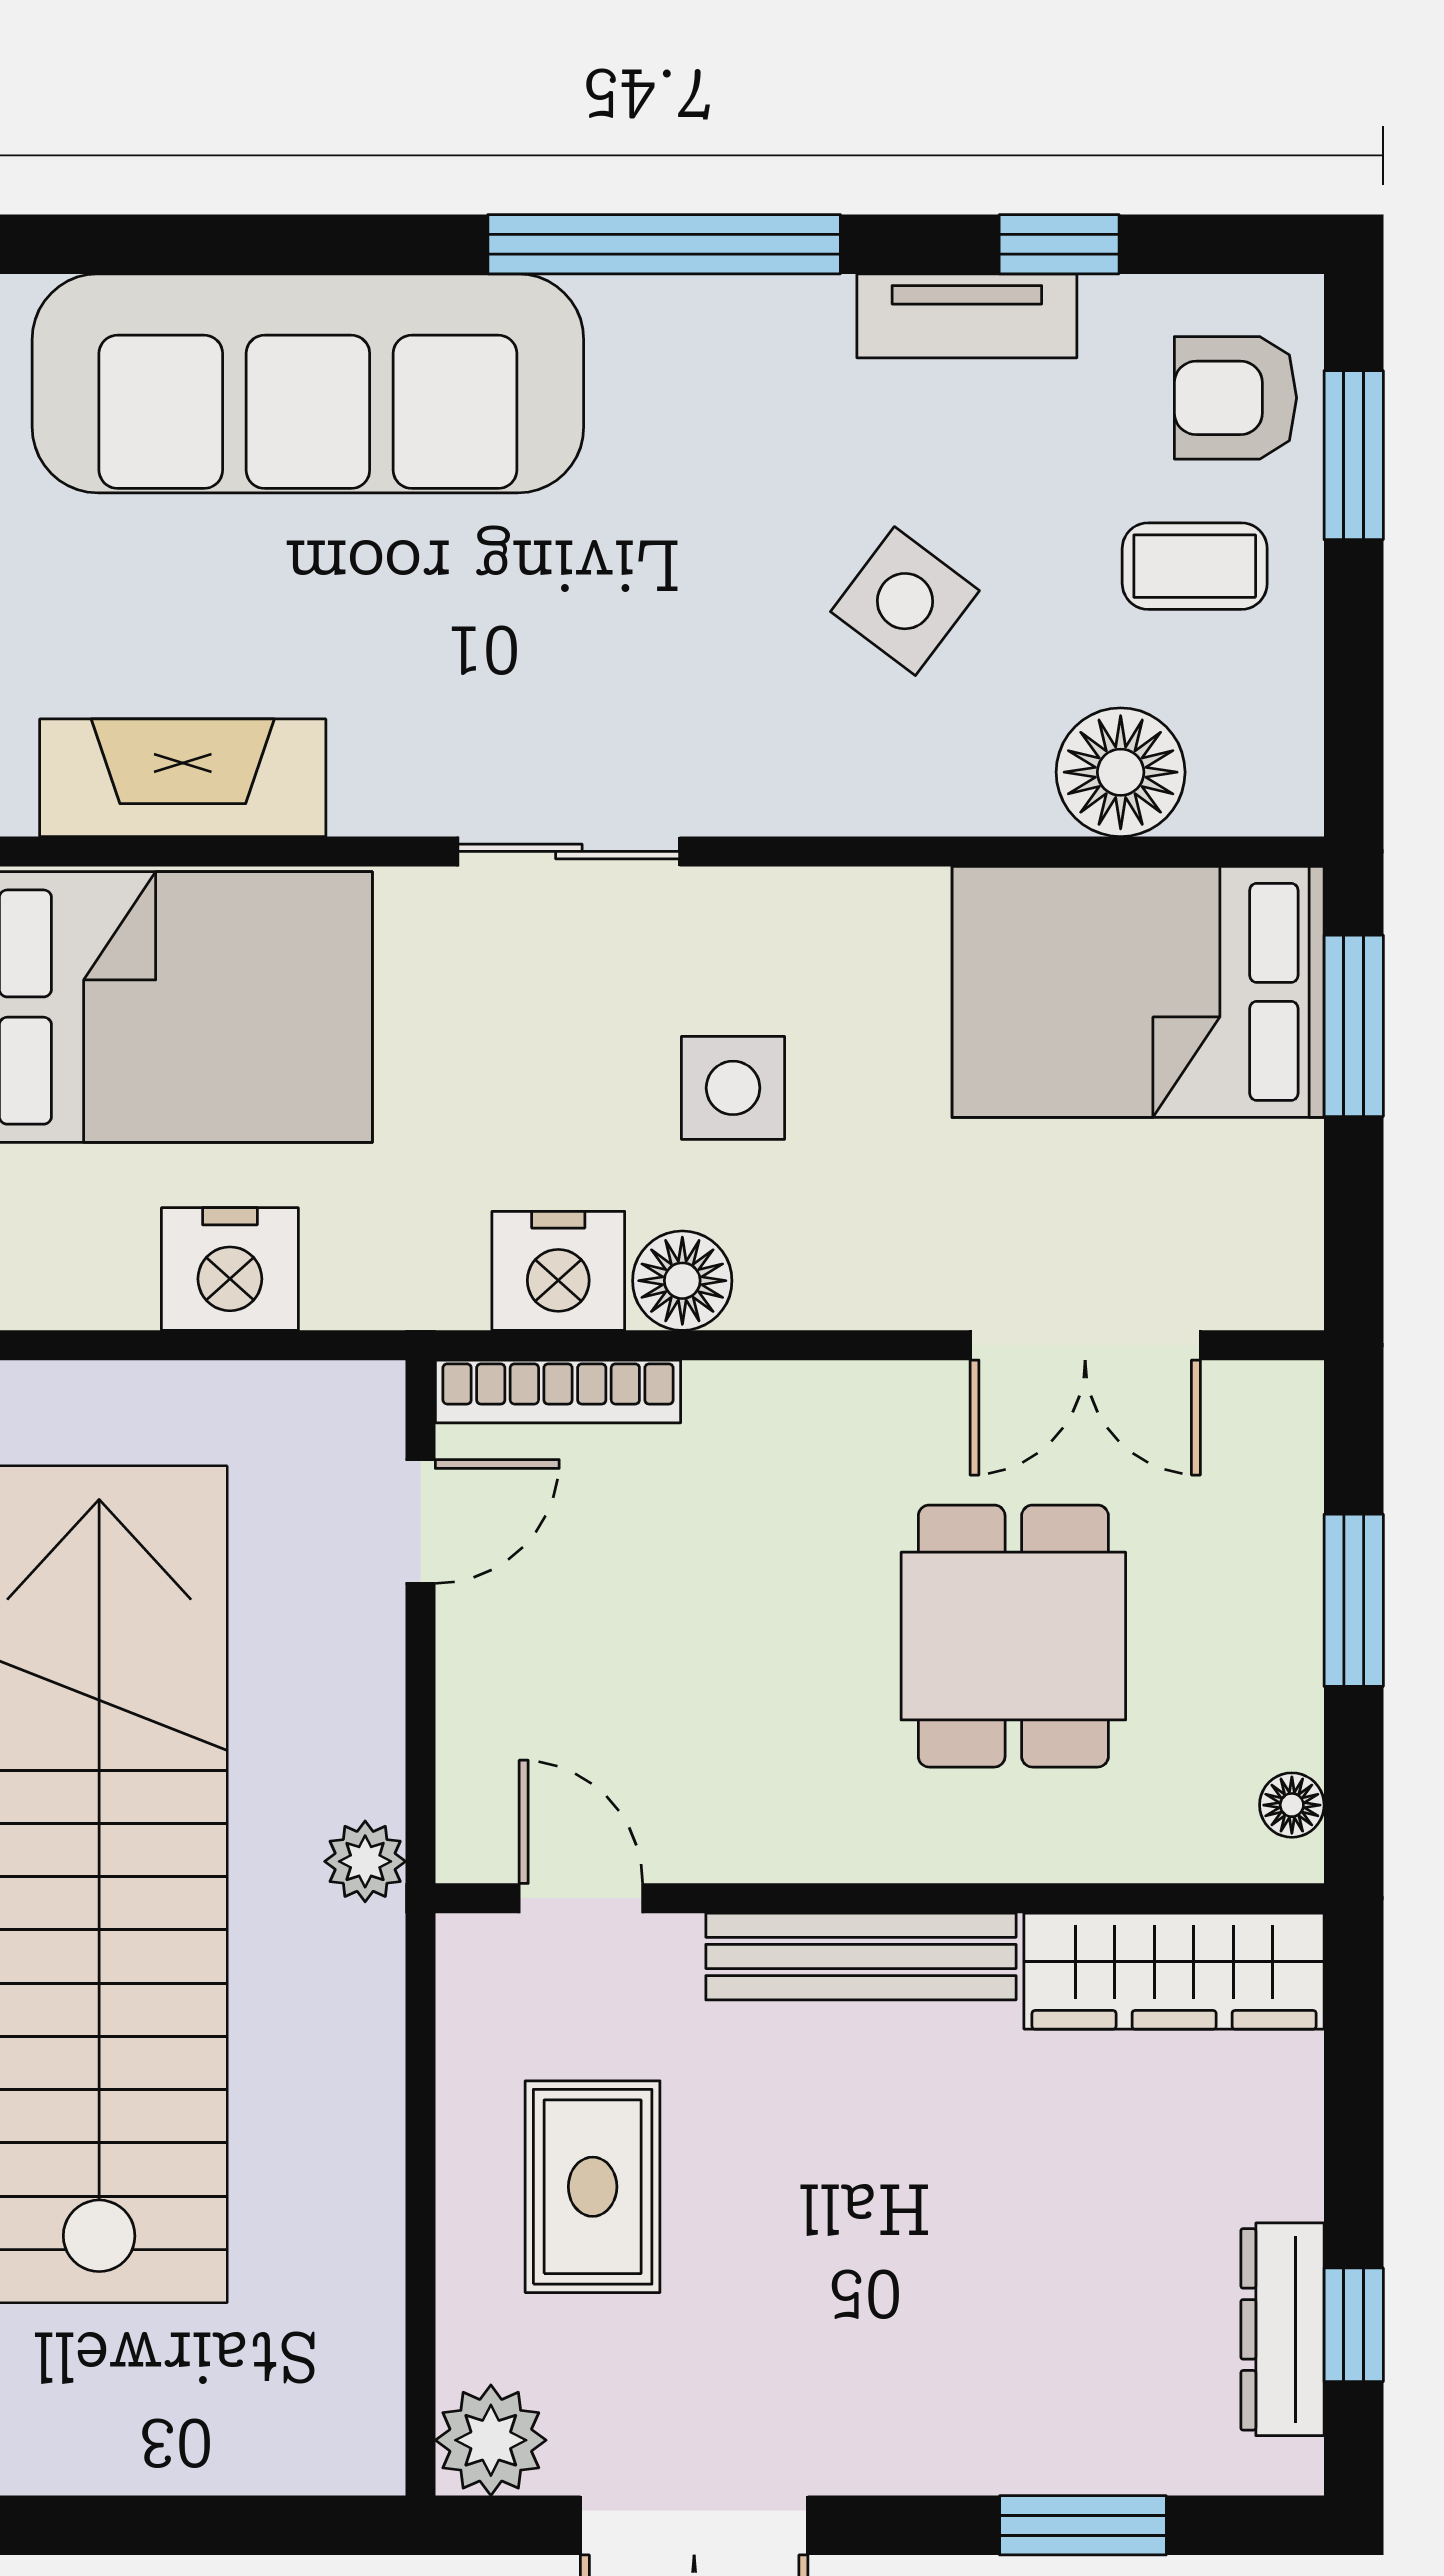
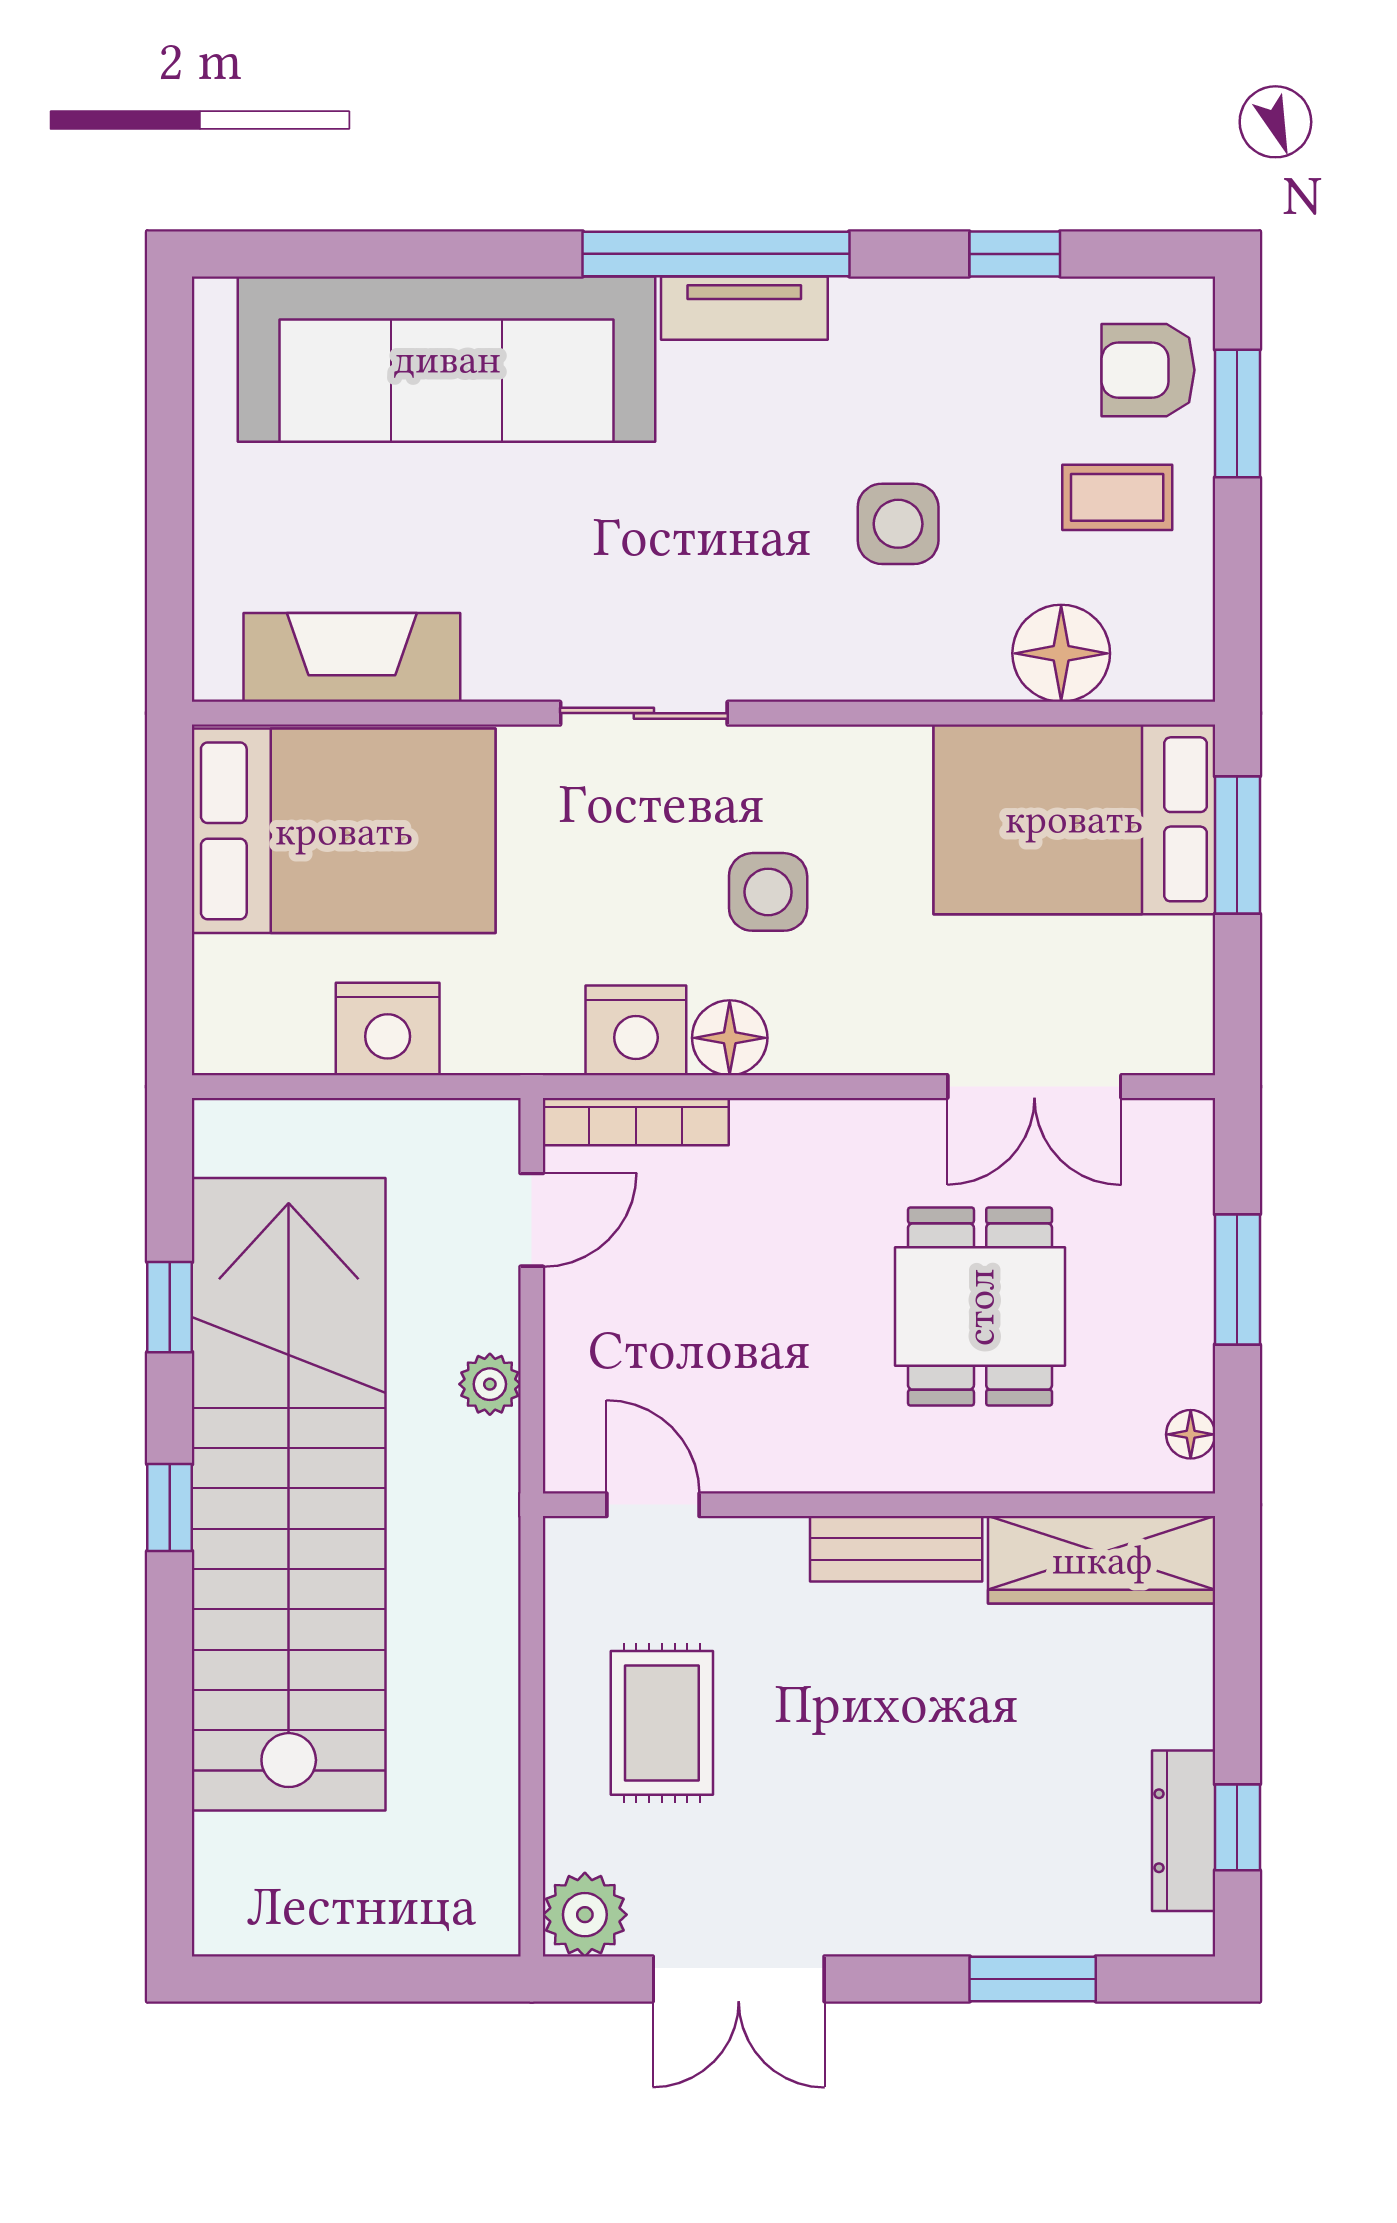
tv unit: (967, 316) -> (744, 308), moved
side table: (905, 601) -> (898, 524), turned -37
plant: (365, 1861) -> (490, 1384), moved
bench: (861, 1956) -> (896, 1549), width x0.73

